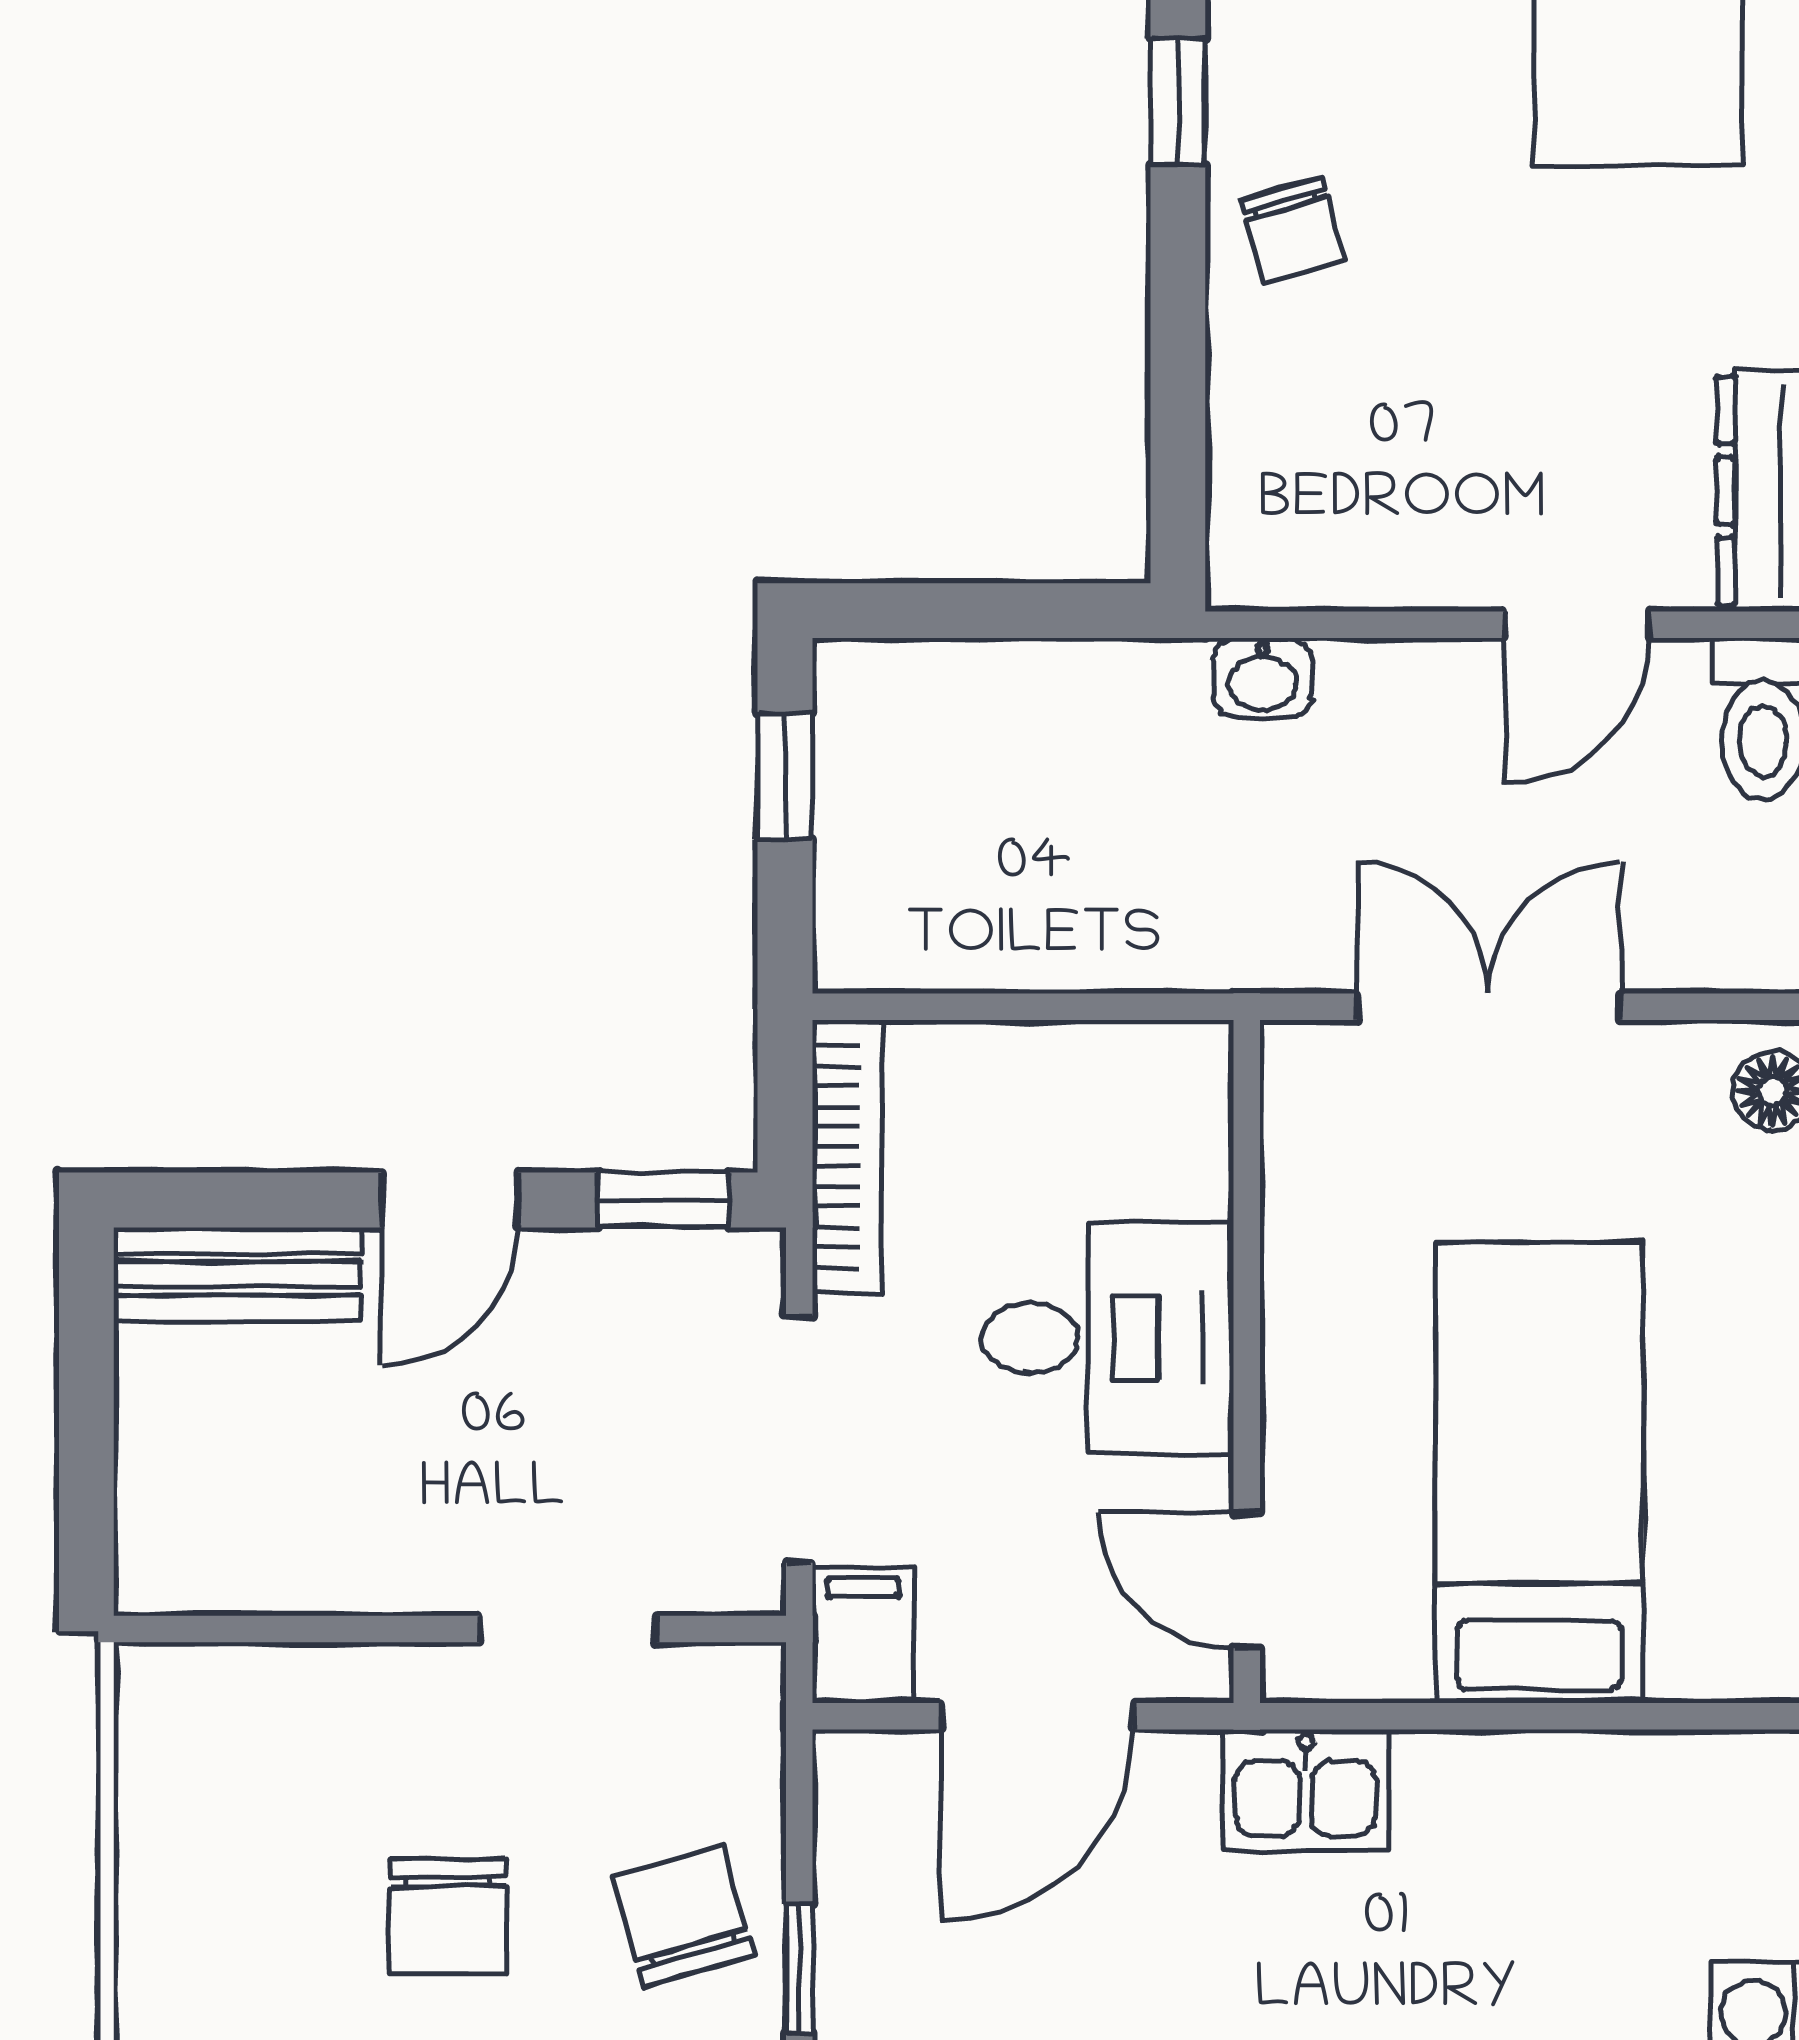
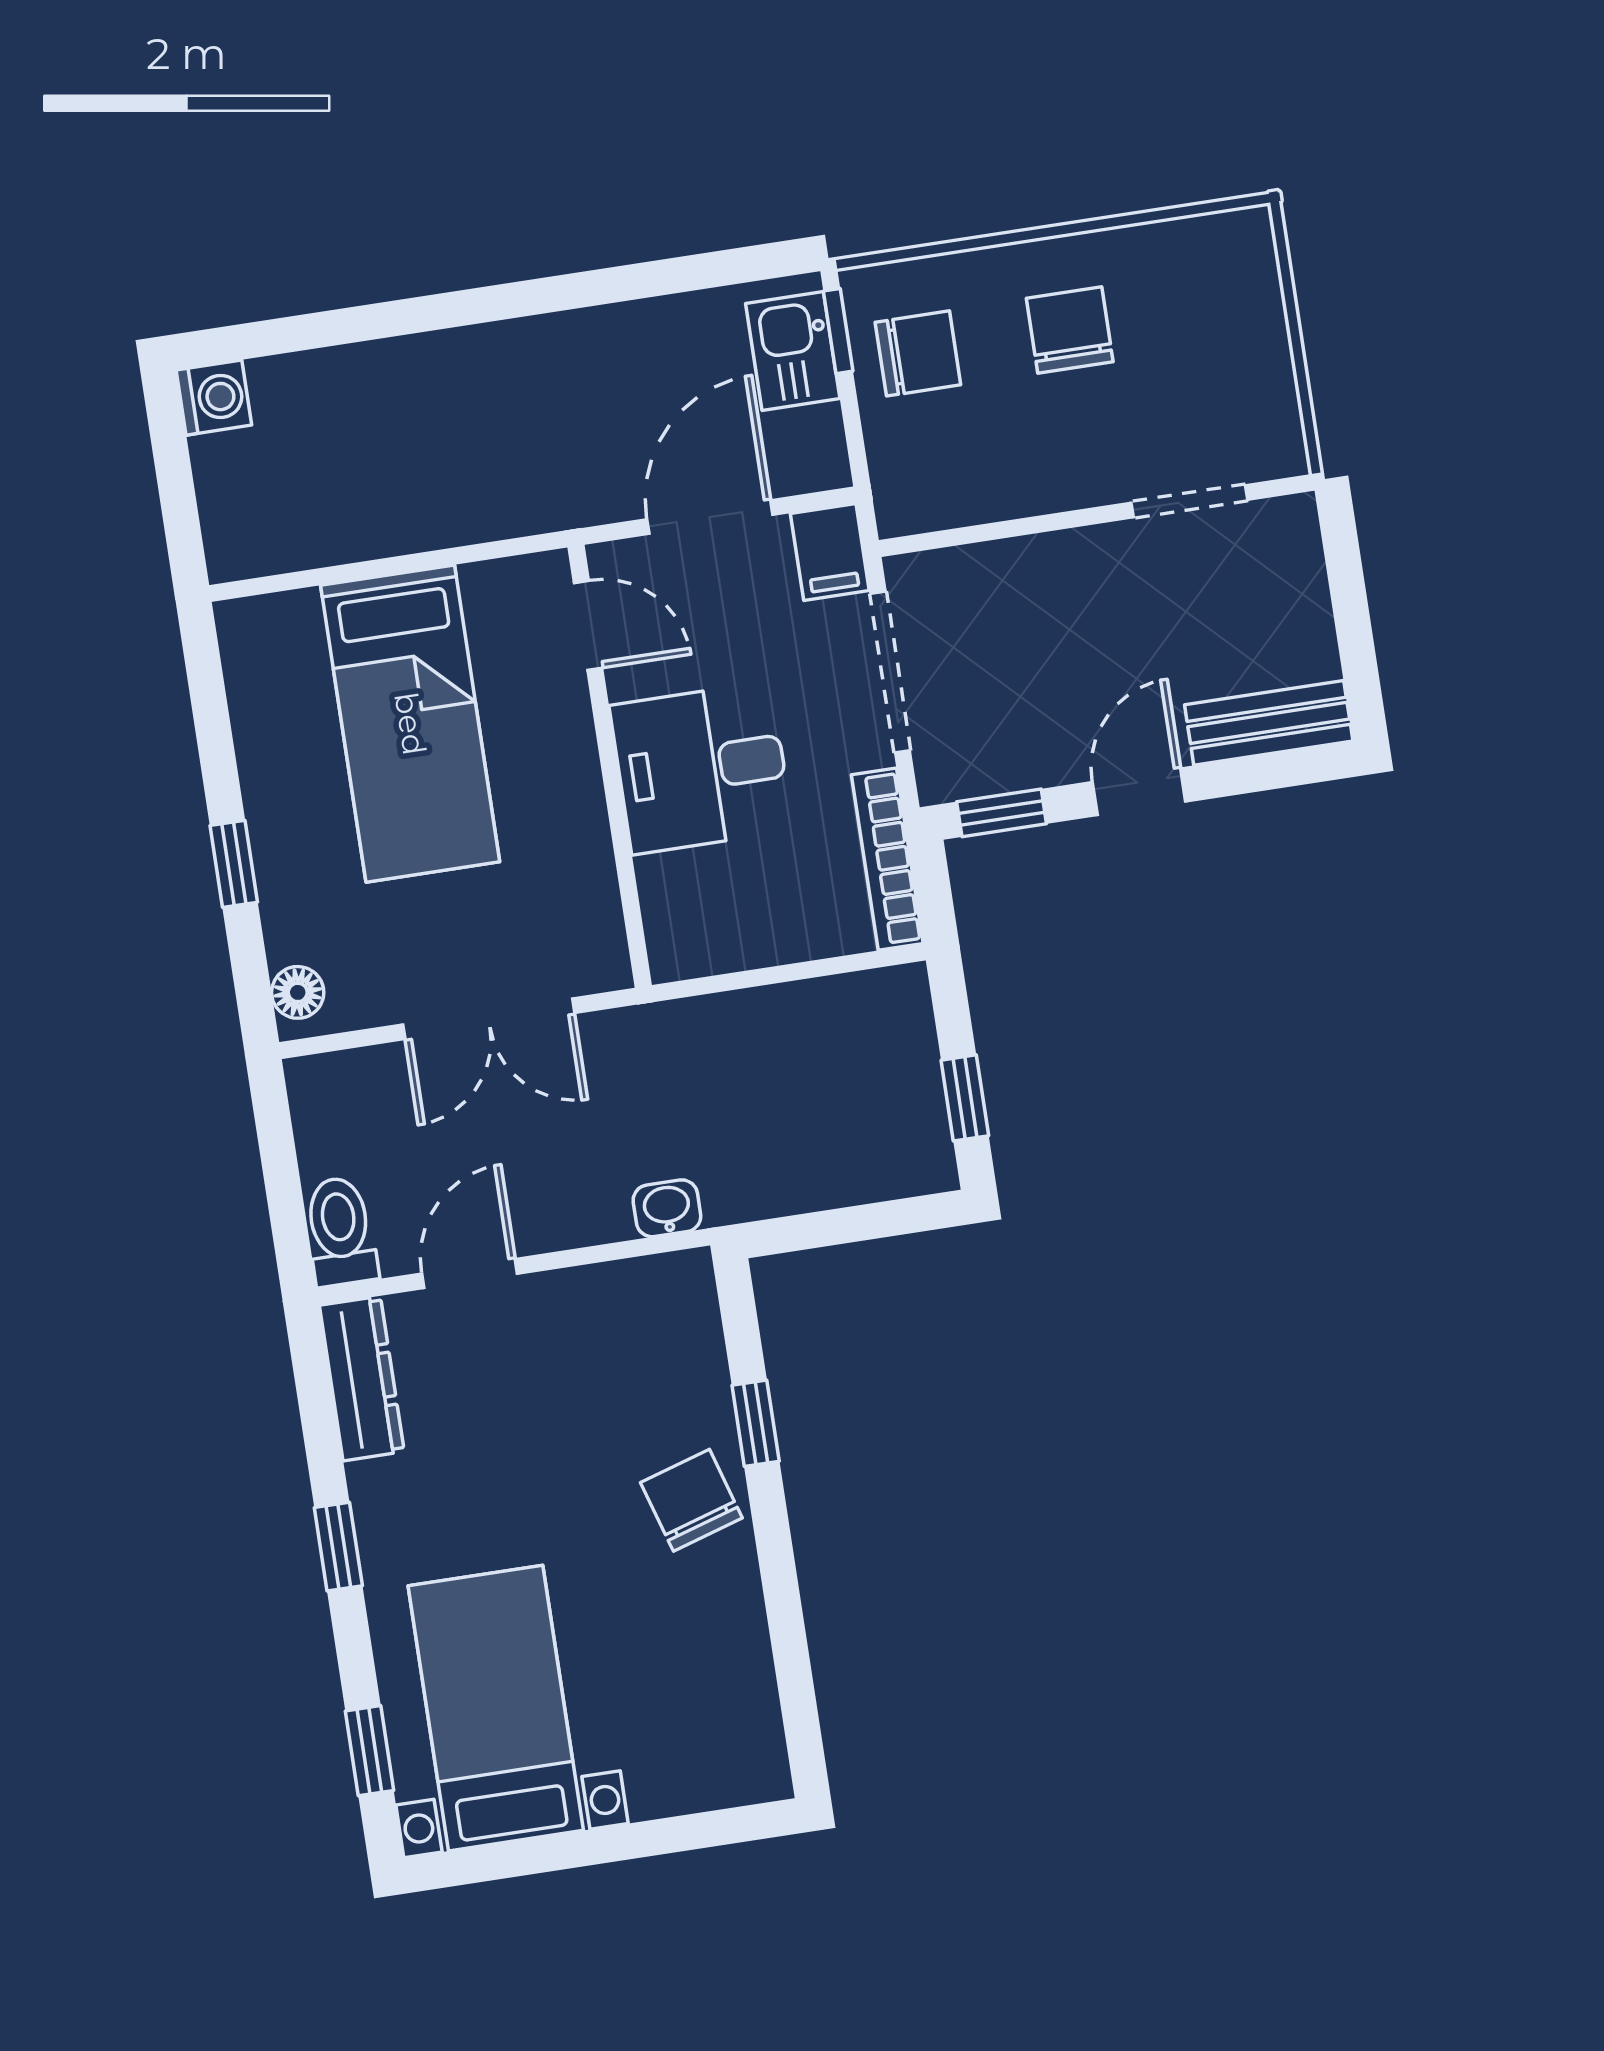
window: (1178, 102) -> (756, 1423), moved
chair: (1293, 229) -> (691, 1500), width x1.37, depth x1.37
doorway: (568, 1629) -> (1189, 501), moved
kitchen sink: (1306, 1790) -> (793, 351), moved, turned -90
chair: (683, 1916) -> (918, 353), turned -74

